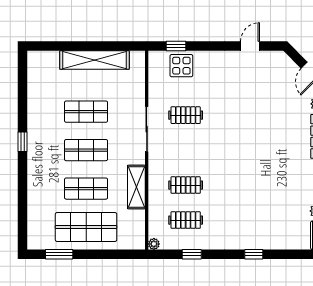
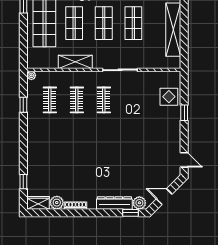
window: (176, 46) -> (184, 113), moved
door: (250, 46) -> (184, 160), moved
clothes rail: (186, 115) -> (104, 100), moved
window: (254, 254) -> (23, 182), moved

